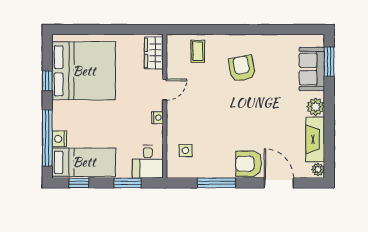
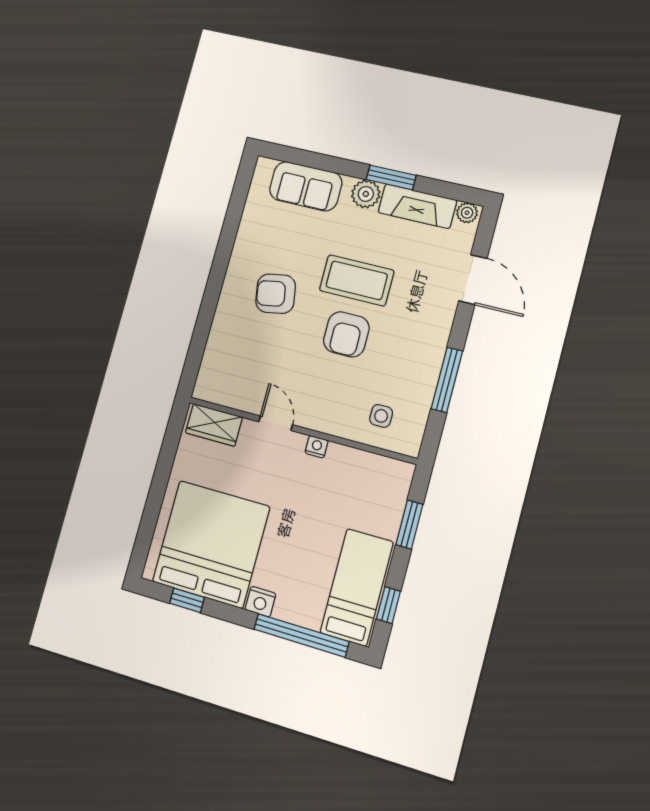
coffee table: (198, 51) -> (357, 280), moved, width x1.86, depth x1.72
window: (329, 62) -> (391, 177), moved
window: (47, 81) -> (187, 600), moved
nightstand: (59, 139) -> (260, 602), moved
desk: (148, 162) -> (383, 482), removed
armchair: (249, 164) -> (346, 334), moved
door: (279, 183) -> (473, 280), swing flipped

